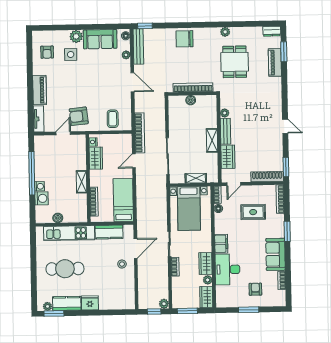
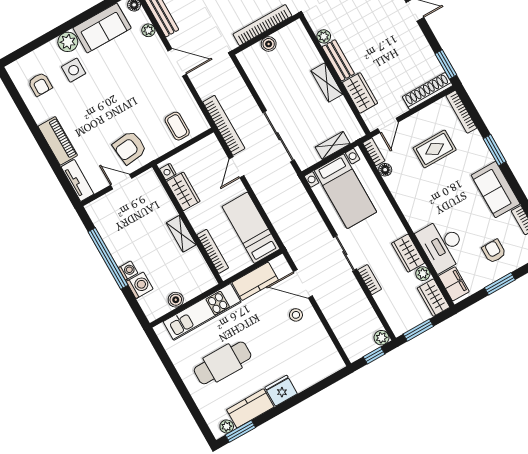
door: (63, 133) -> (121, 182), hinge flipped
filing cabinet: (221, 244) -> (454, 284), moved
door: (136, 248) -> (303, 284), swing flipped

